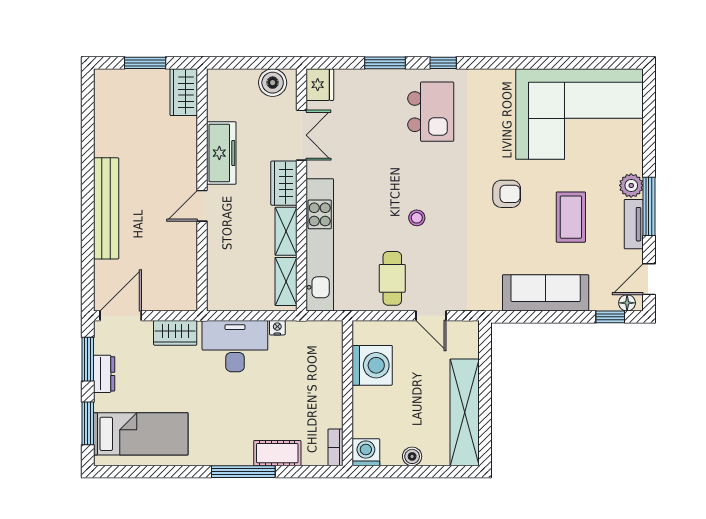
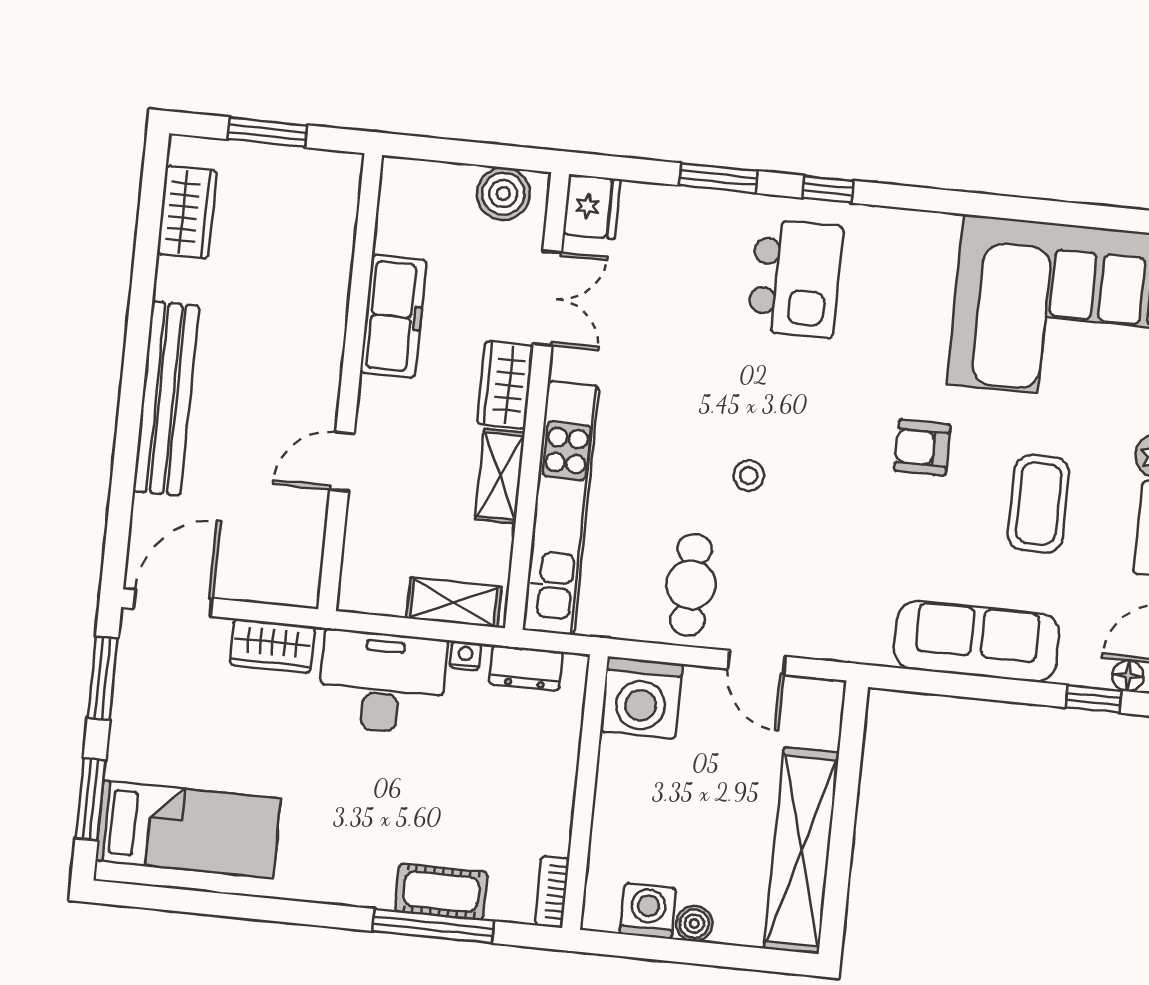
wardrobe: (184, 92) -> (187, 212), moved, turned 180
armchair: (507, 194) -> (922, 448), turned 180
door: (202, 206) -> (342, 462), moved
shelving: (286, 281) -> (454, 602), moved, turned 90
washing machine: (372, 365) -> (641, 698), moved, turned 90
dresser: (104, 374) -> (526, 668), moved, turned 90
washing machine: (366, 452) -> (648, 911), moved
window: (243, 472) -> (433, 926), moved

